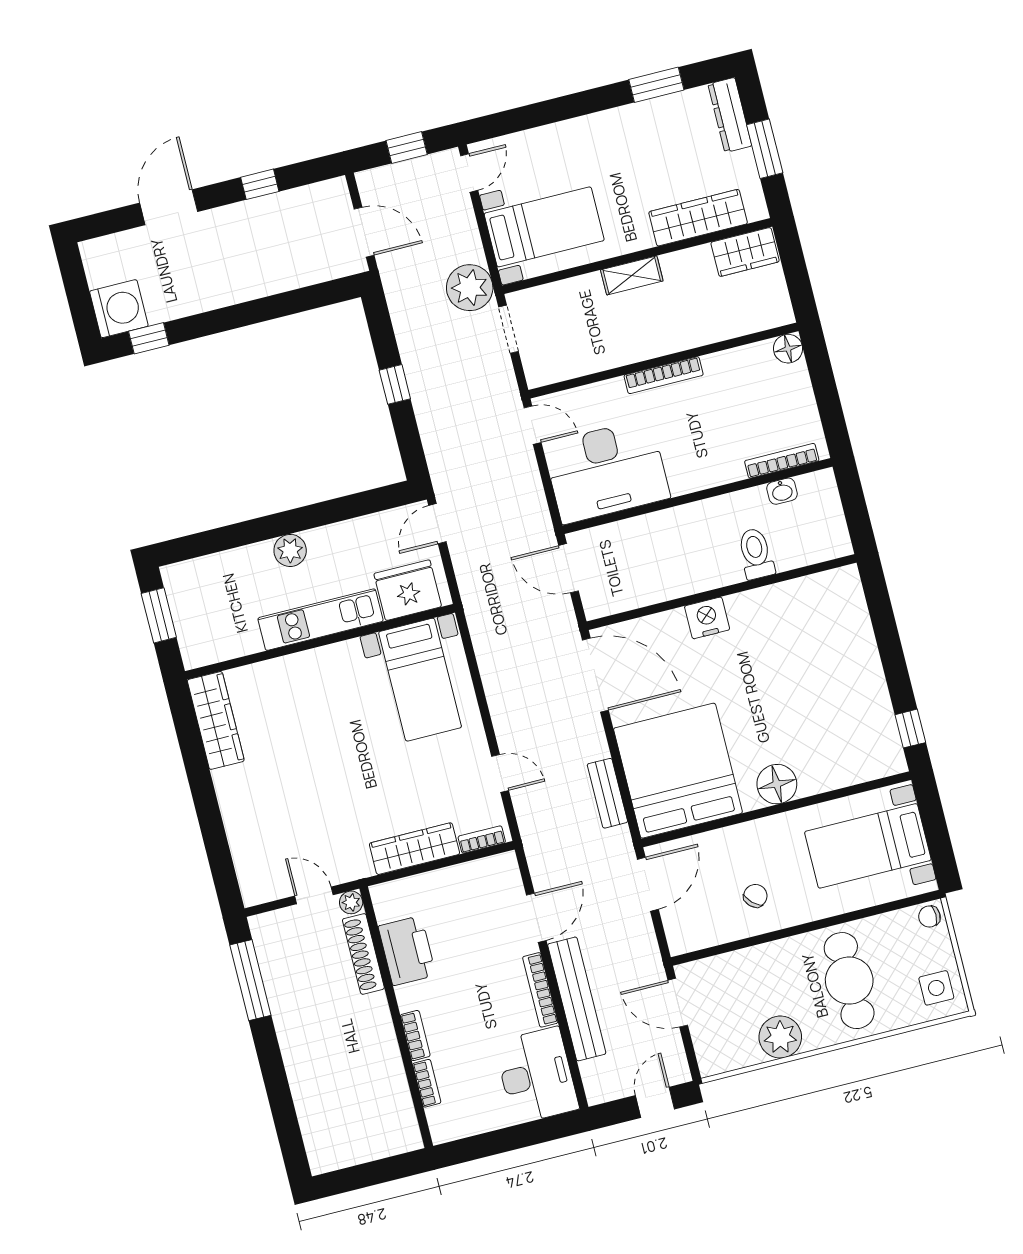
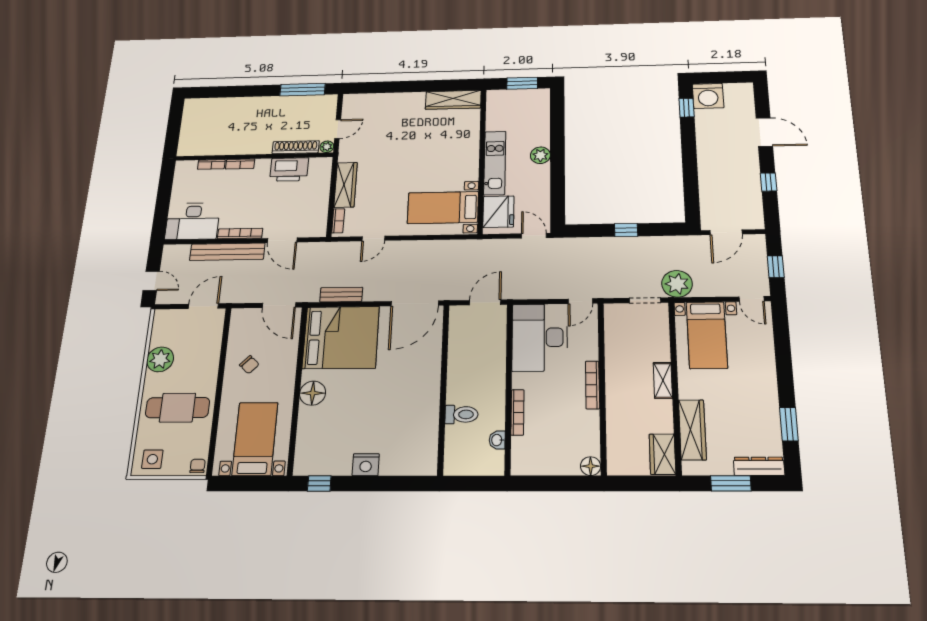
bookcase: (782, 461) -> (517, 412), moved
nightstand: (707, 618) -> (366, 465), moved, turned 90

